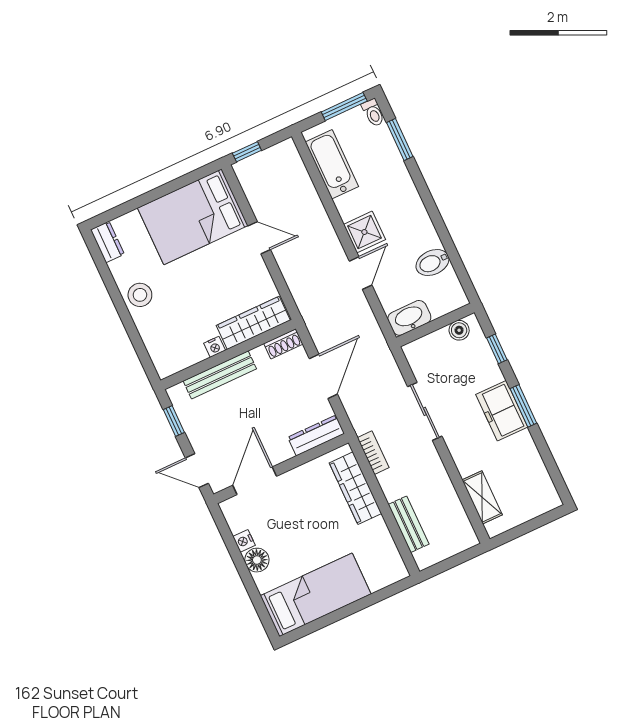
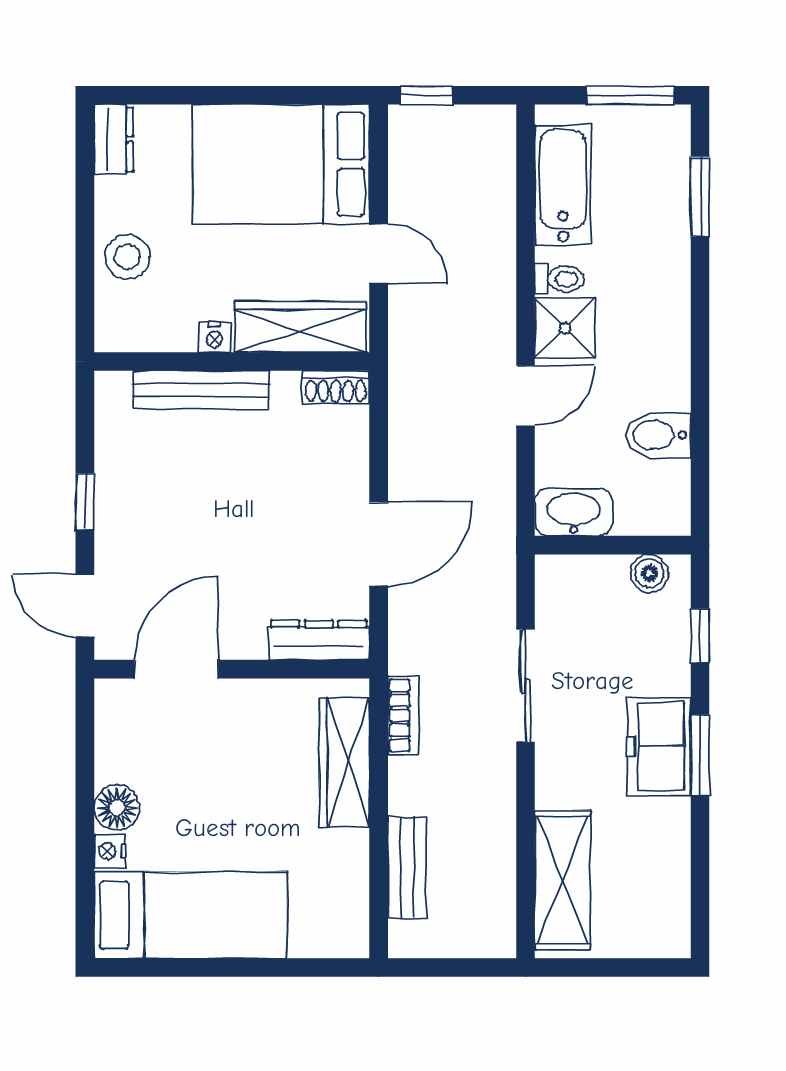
toilet: (373, 113) -> (559, 279), moved, turned -90
wardrobe: (253, 323) -> (300, 327), moved
shoe rack: (283, 344) -> (336, 387), moved
nightstand: (215, 347) -> (215, 337), moved
wall: (228, 355) -> (232, 362), moved
bench: (220, 375) -> (201, 390), moved
shelving: (482, 497) -> (563, 880), width x1.50, depth x1.33
nightstand: (244, 541) -> (110, 851), moved

